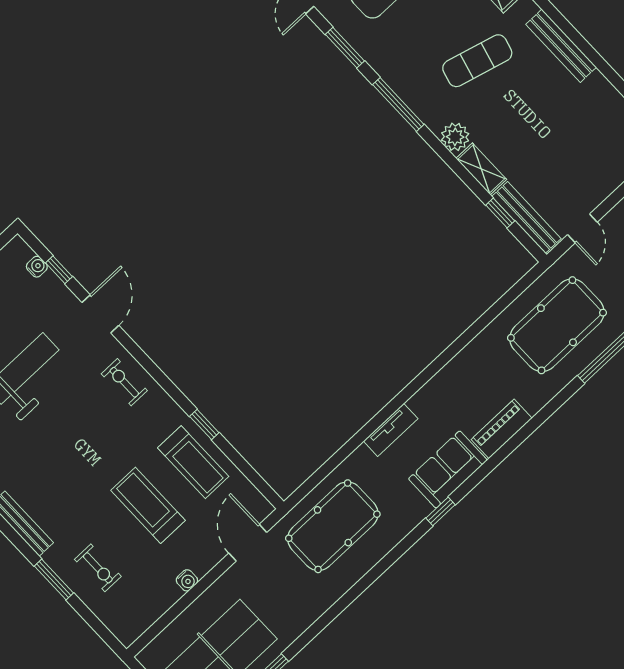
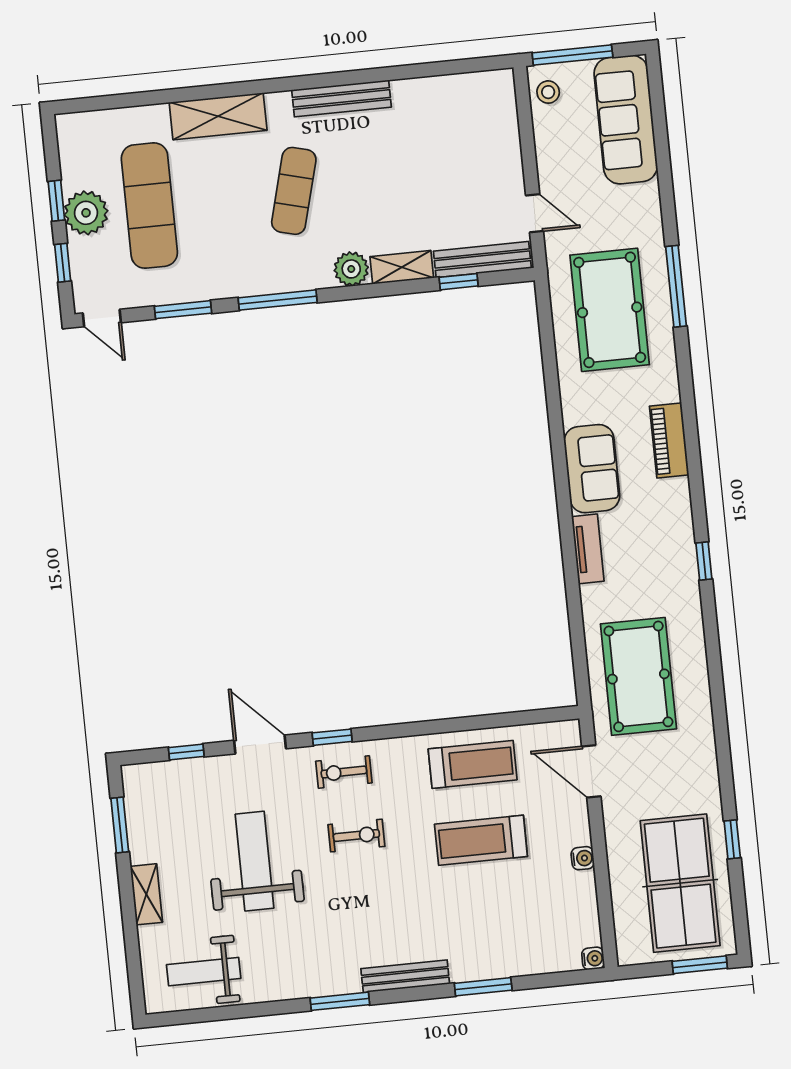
water cooler: (37, 267) -> (593, 958), moved, turned 90
window: (204, 425) -> (332, 737), moved
sofa: (448, 469) -> (592, 469), moved, turned 180
exercise bike: (98, 568) -> (356, 835), moved

